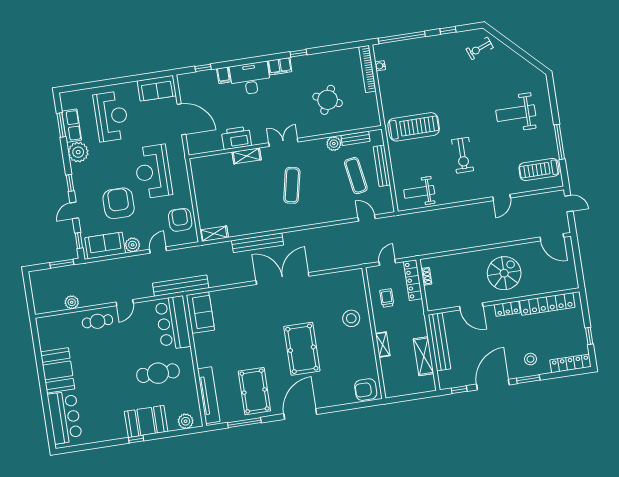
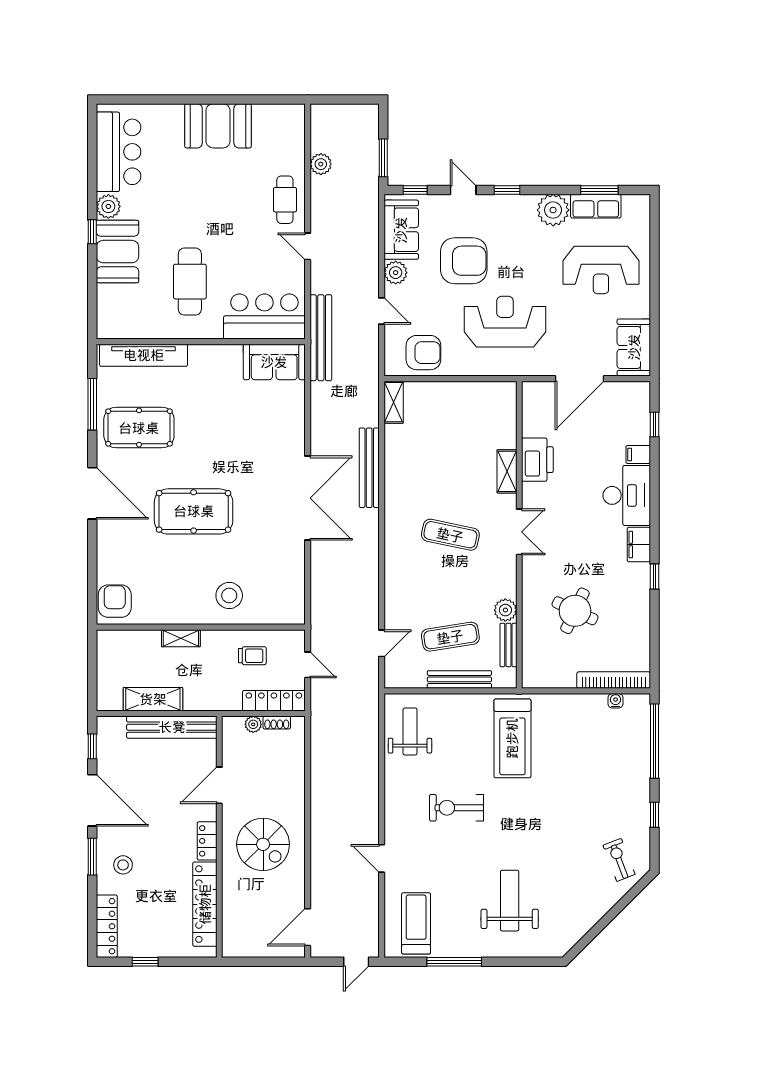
plant: (430, 291) -> (253, 724), added
bar counter: (65, 417) -> (119, 152), moved, turned -90
plant: (186, 421) -> (108, 206), moved

